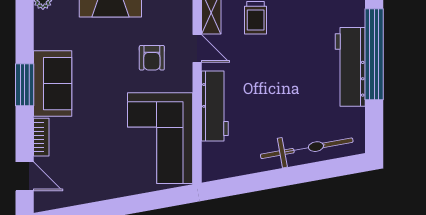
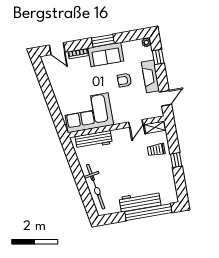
armchair: (152, 58) -> (124, 80), moved
workbench: (215, 106) -> (94, 140), moved
door: (25, 176) -> (57, 49), hinge flipped

